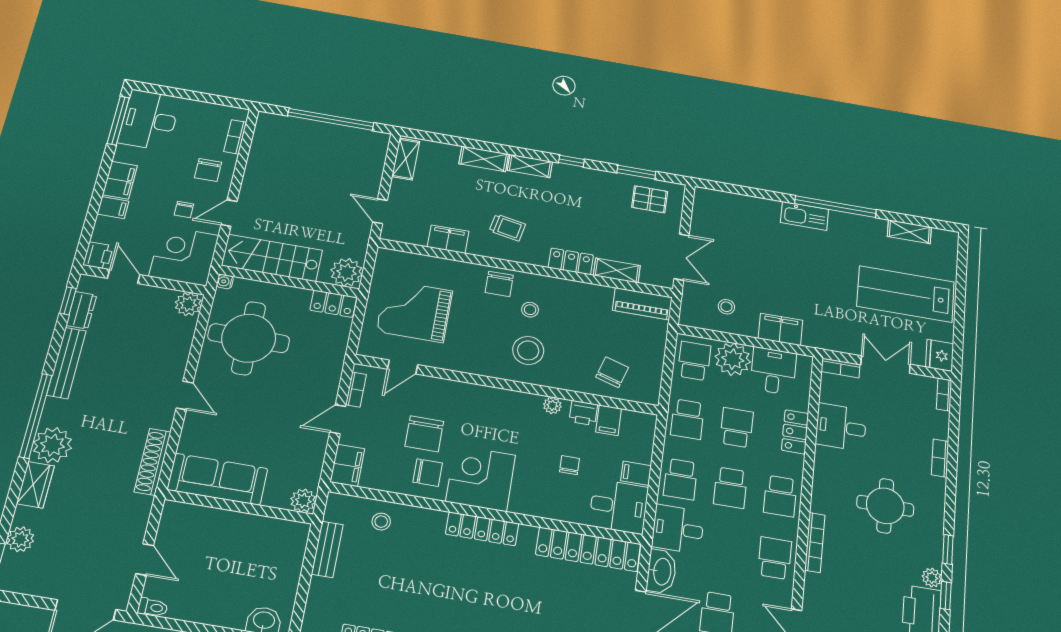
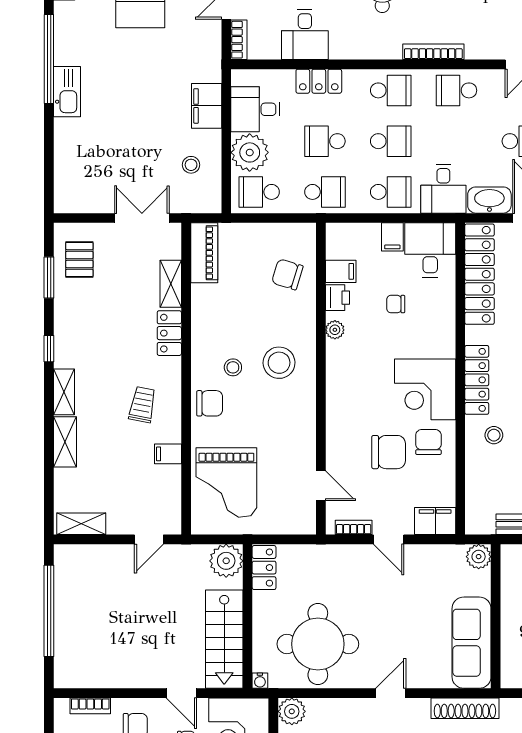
filing cabinet: (448, 239) -> (168, 454), width x0.50
grand piano: (414, 311) -> (226, 482), moved
stool: (381, 522) -> (494, 435), moved

